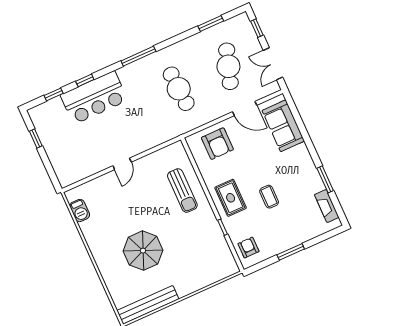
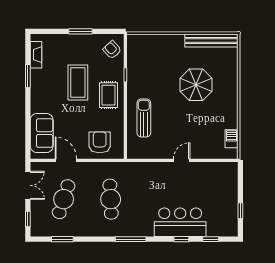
coffee table: (269, 197) -> (78, 82), width x1.86, depth x1.72
armchair: (248, 248) -> (112, 50), turned 137

